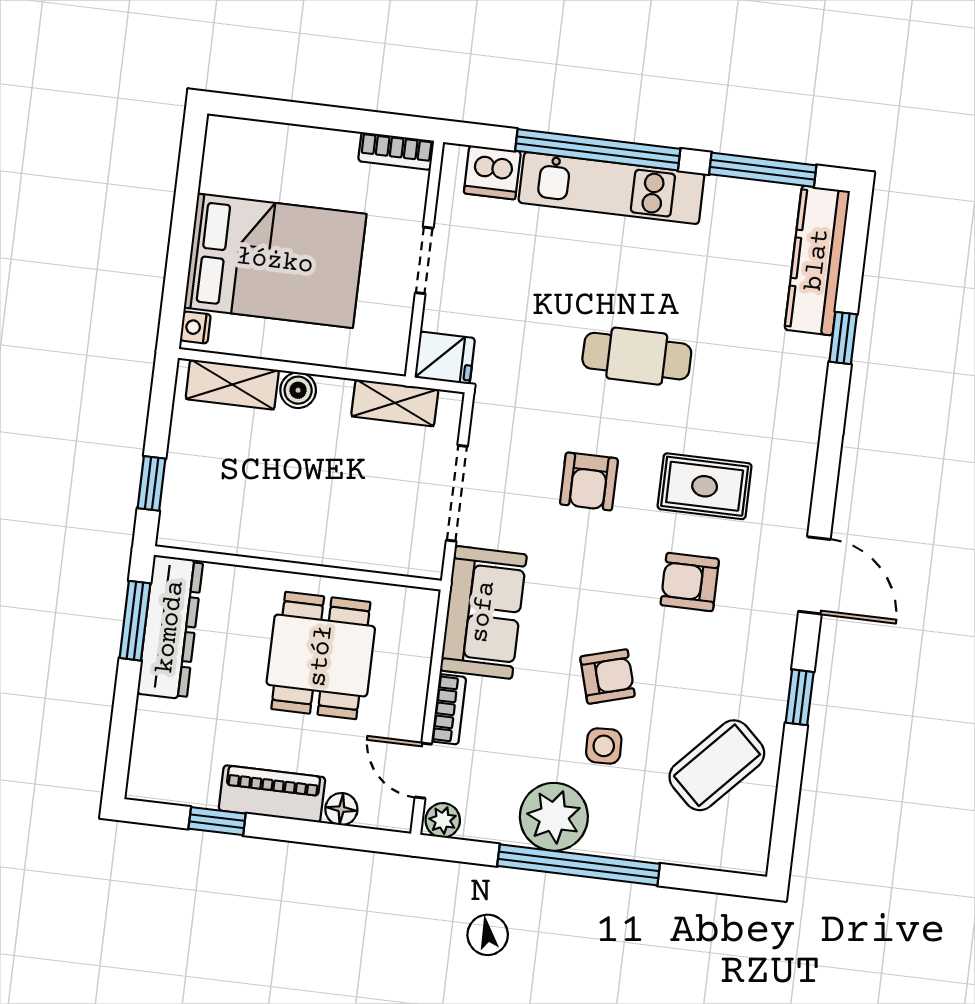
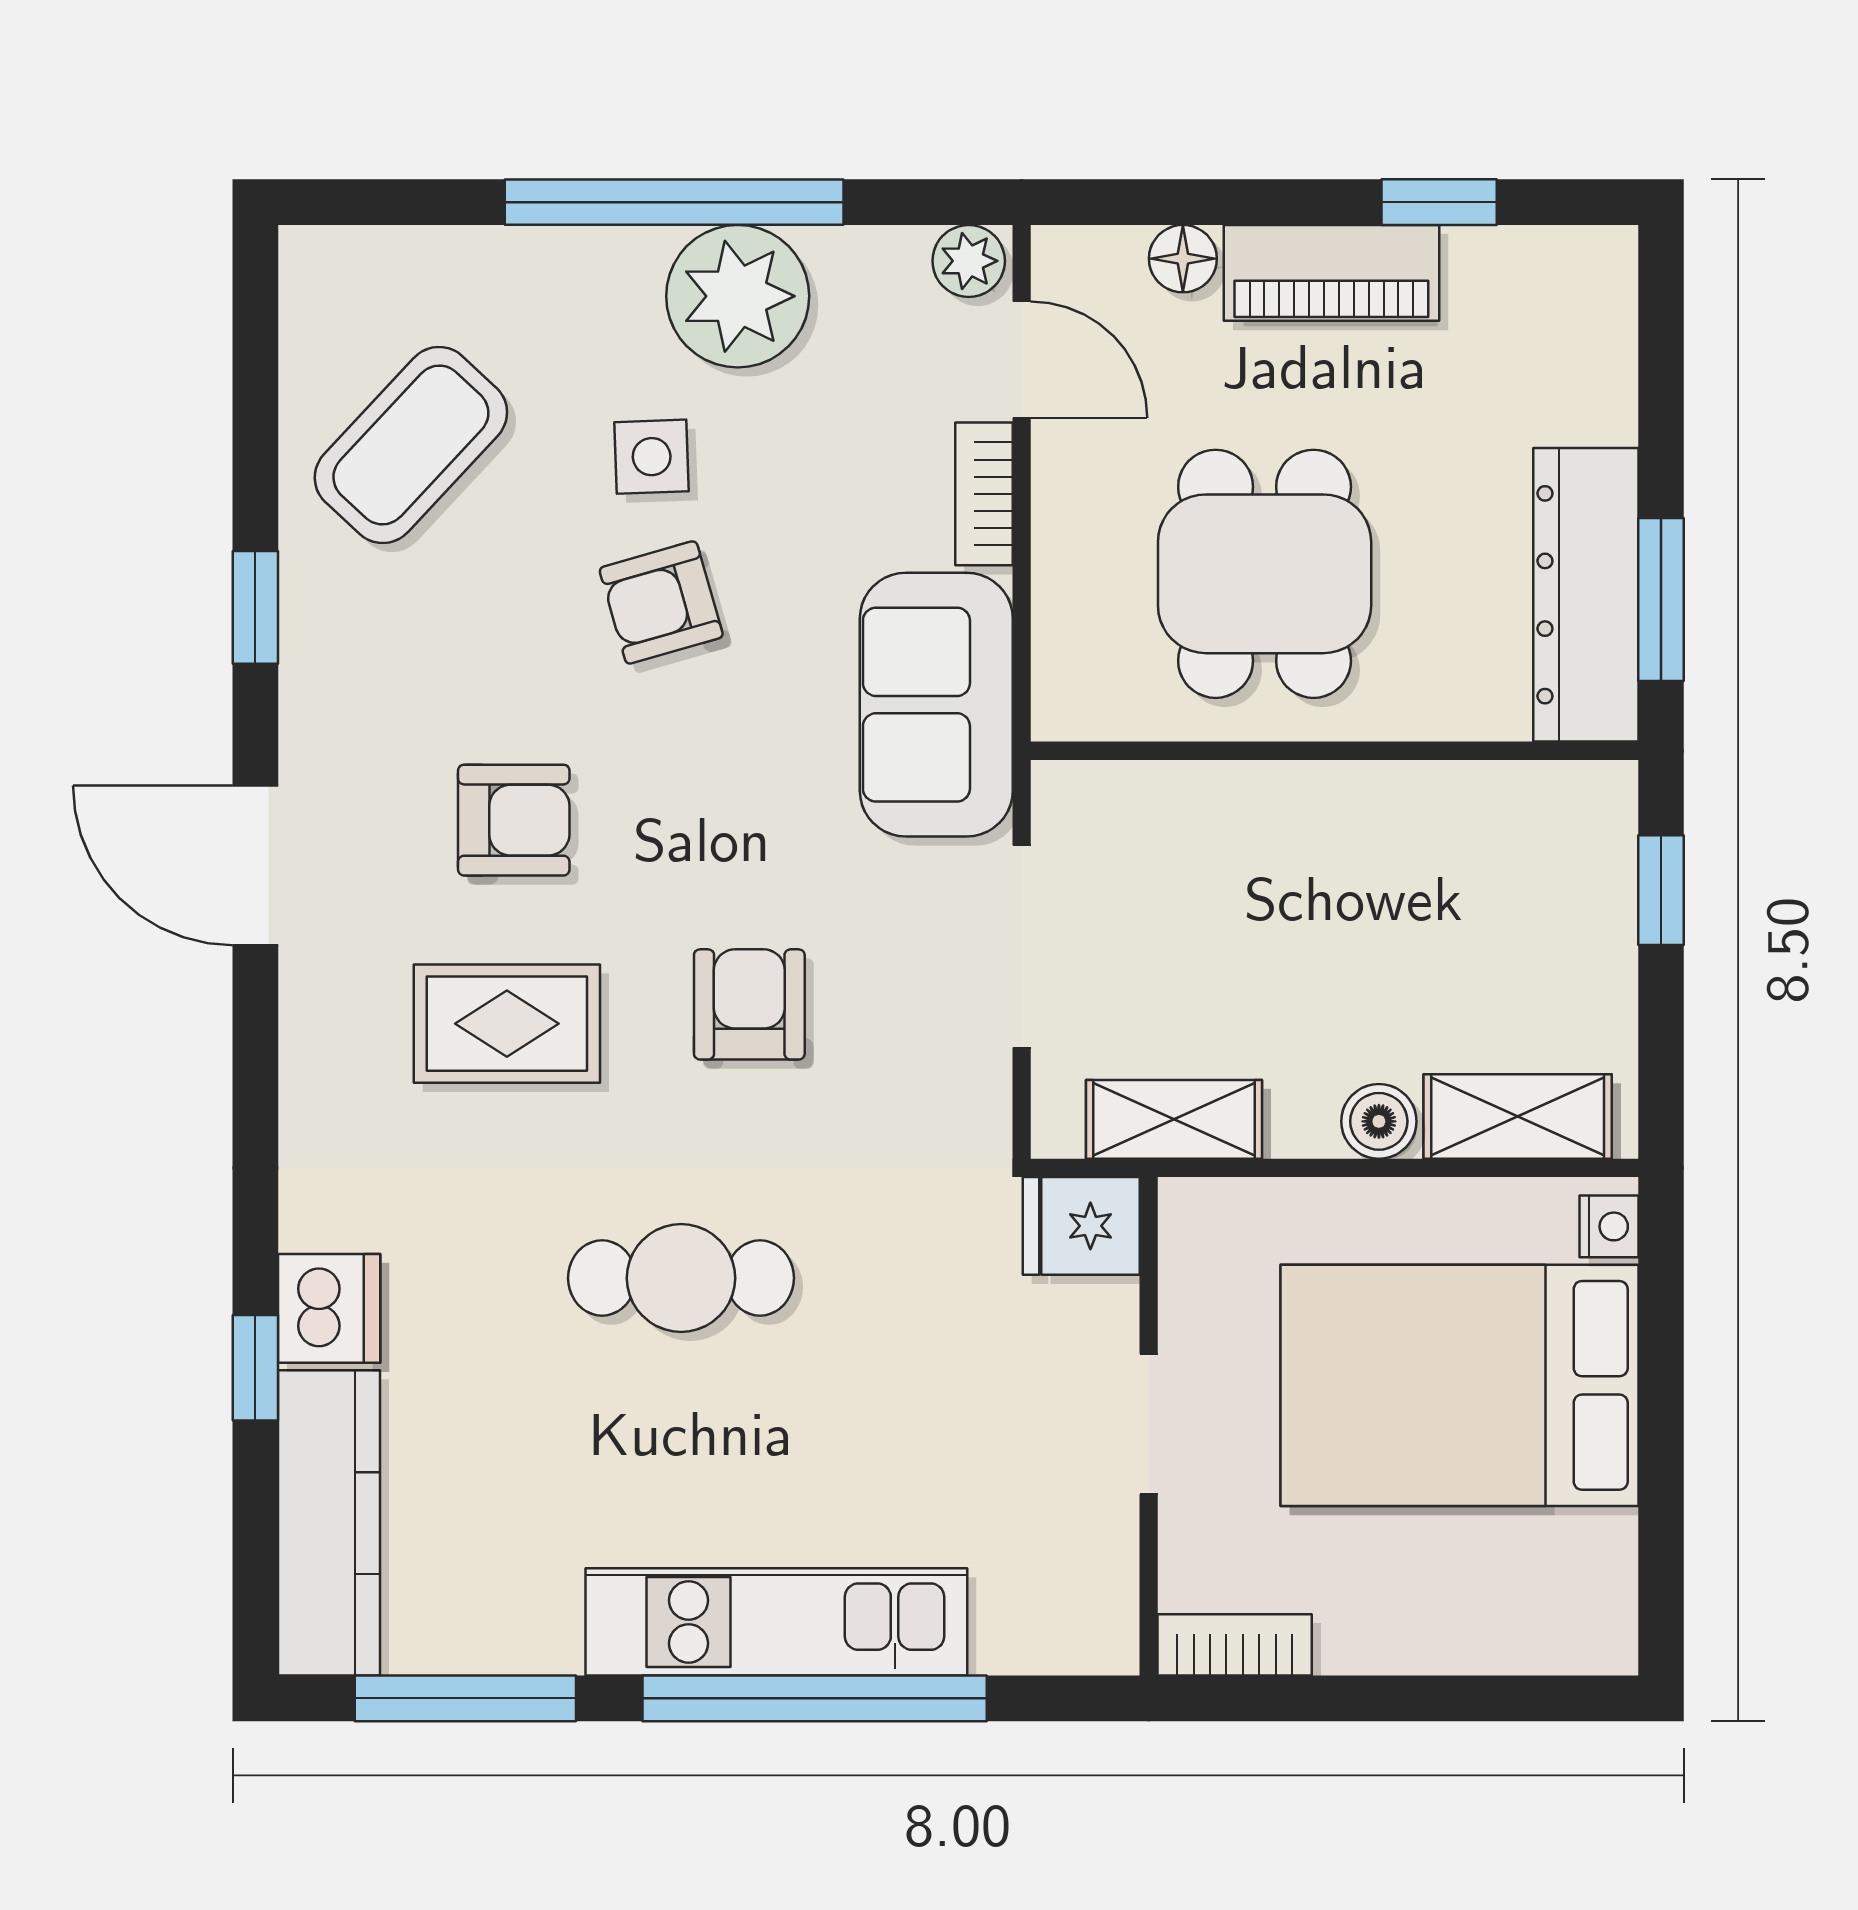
dishwasher: (492, 172) -> (329, 1308), moved, turned 90

